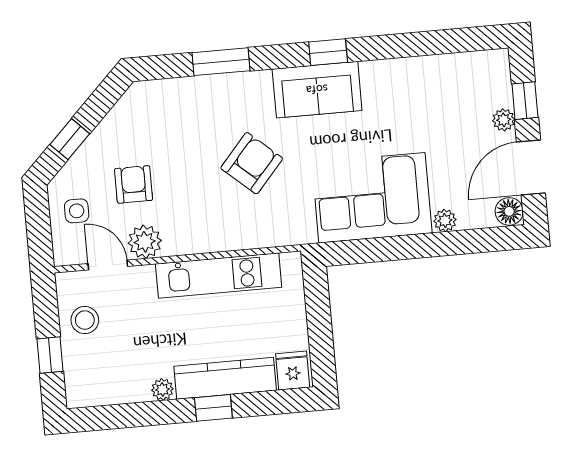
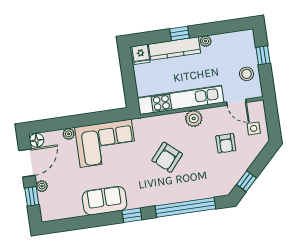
window: (221, 62) -> (185, 207), width x2.11
sofa: (317, 90) -> (105, 201), moved
window: (70, 139) -> (246, 181), moved
plant: (145, 242) -> (194, 118), moved
kitchen unit: (219, 276) -> (181, 100), width x1.36

